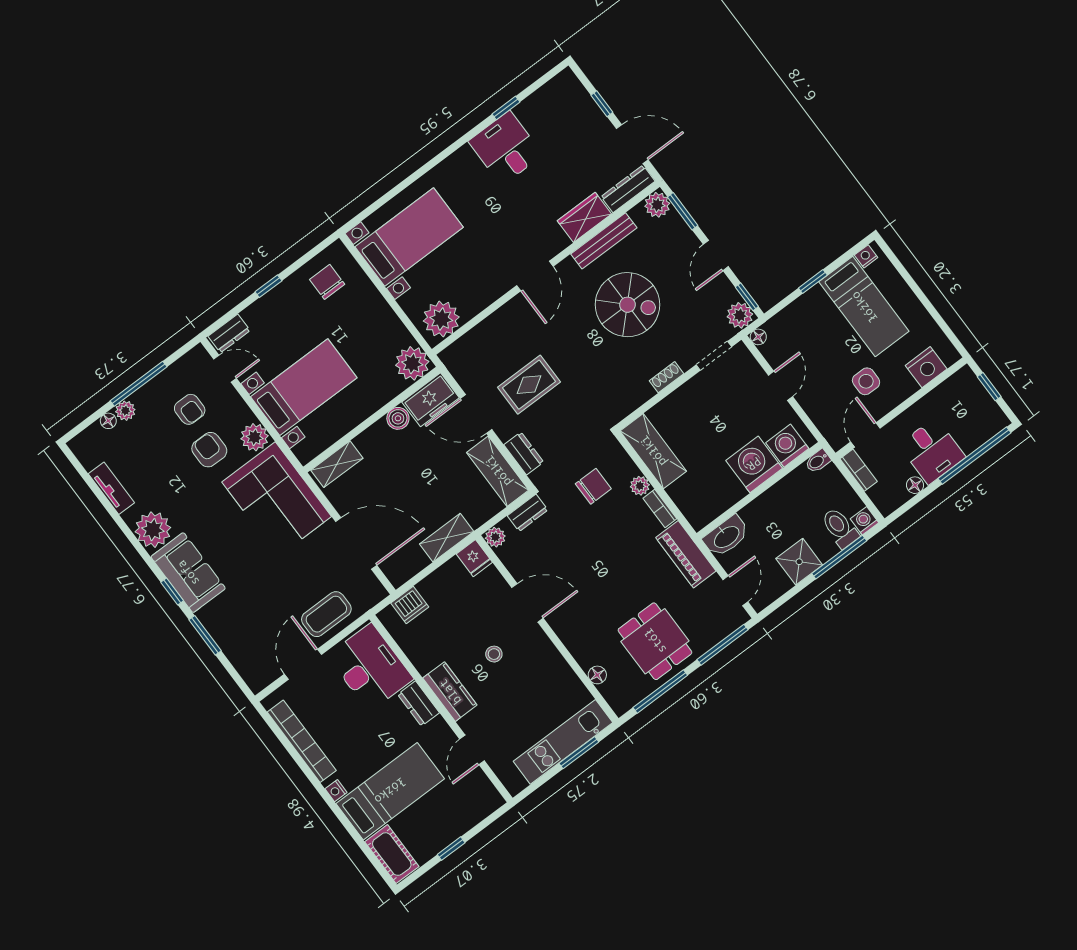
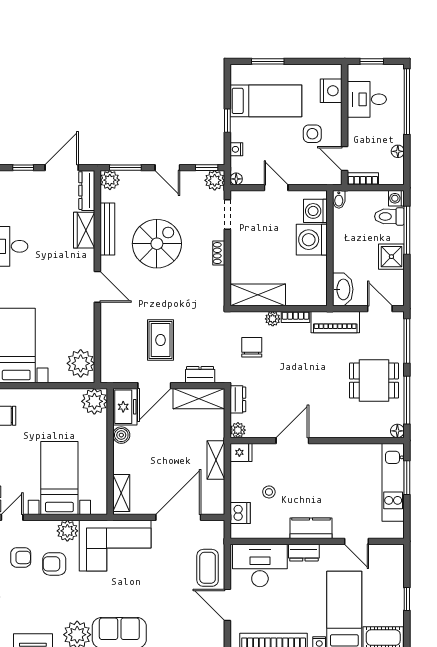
nightstand: (866, 256) -> (236, 149), moved
window: (907, 277) -> (268, 61), added
desk: (932, 451) -> (367, 99), moved, turned 180
stool: (494, 654) -> (269, 492), moved
floor lamp: (597, 675) -> (397, 431), moved

